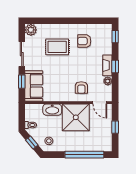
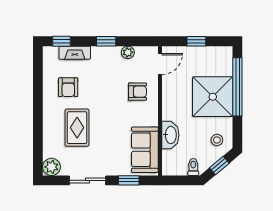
fireplace: (107, 65) -> (75, 53), moved
sofa: (34, 86) -> (145, 150), moved, turned -90
shower: (76, 117) -> (213, 97), moved

